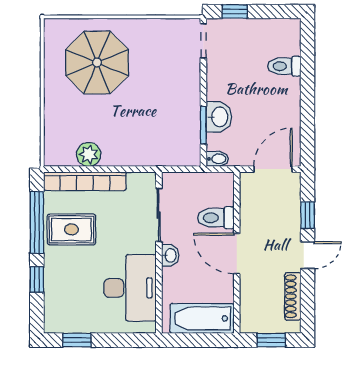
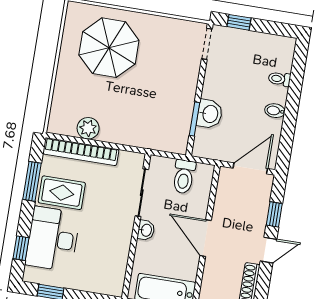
toilet: (284, 66) -> (279, 79), width x0.73, depth x0.72
bidet: (217, 159) -> (275, 111), moved, turned 180
toilet: (216, 218) -> (184, 177), moved, turned -90
window: (37, 222) -> (32, 181), width x0.69
window: (37, 280) -> (21, 248), moved
desk: (130, 288) -> (53, 239), moved, turned 180

